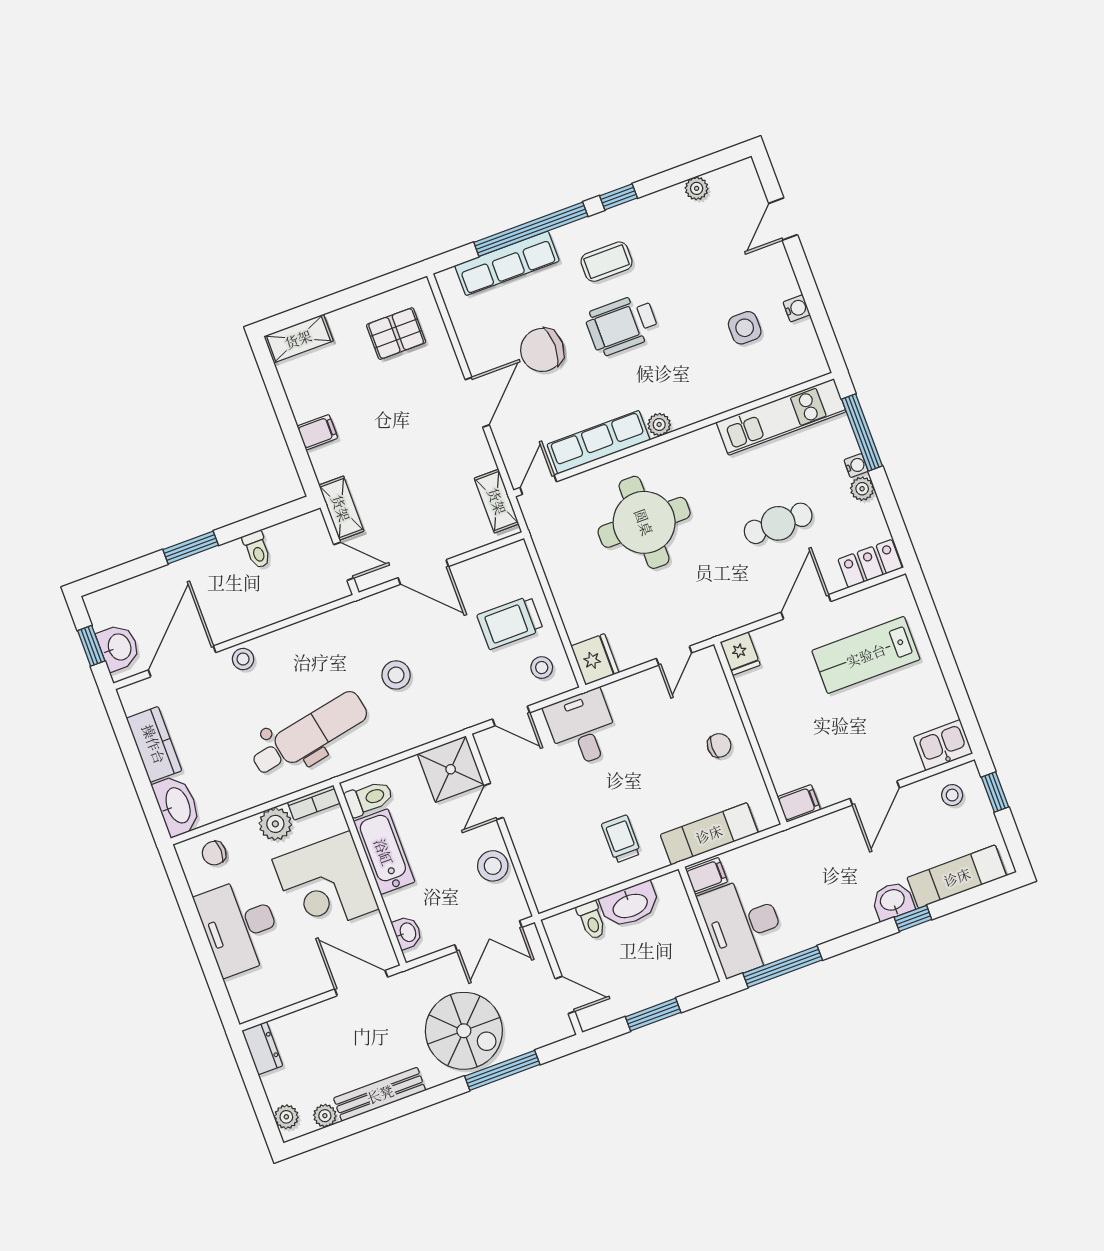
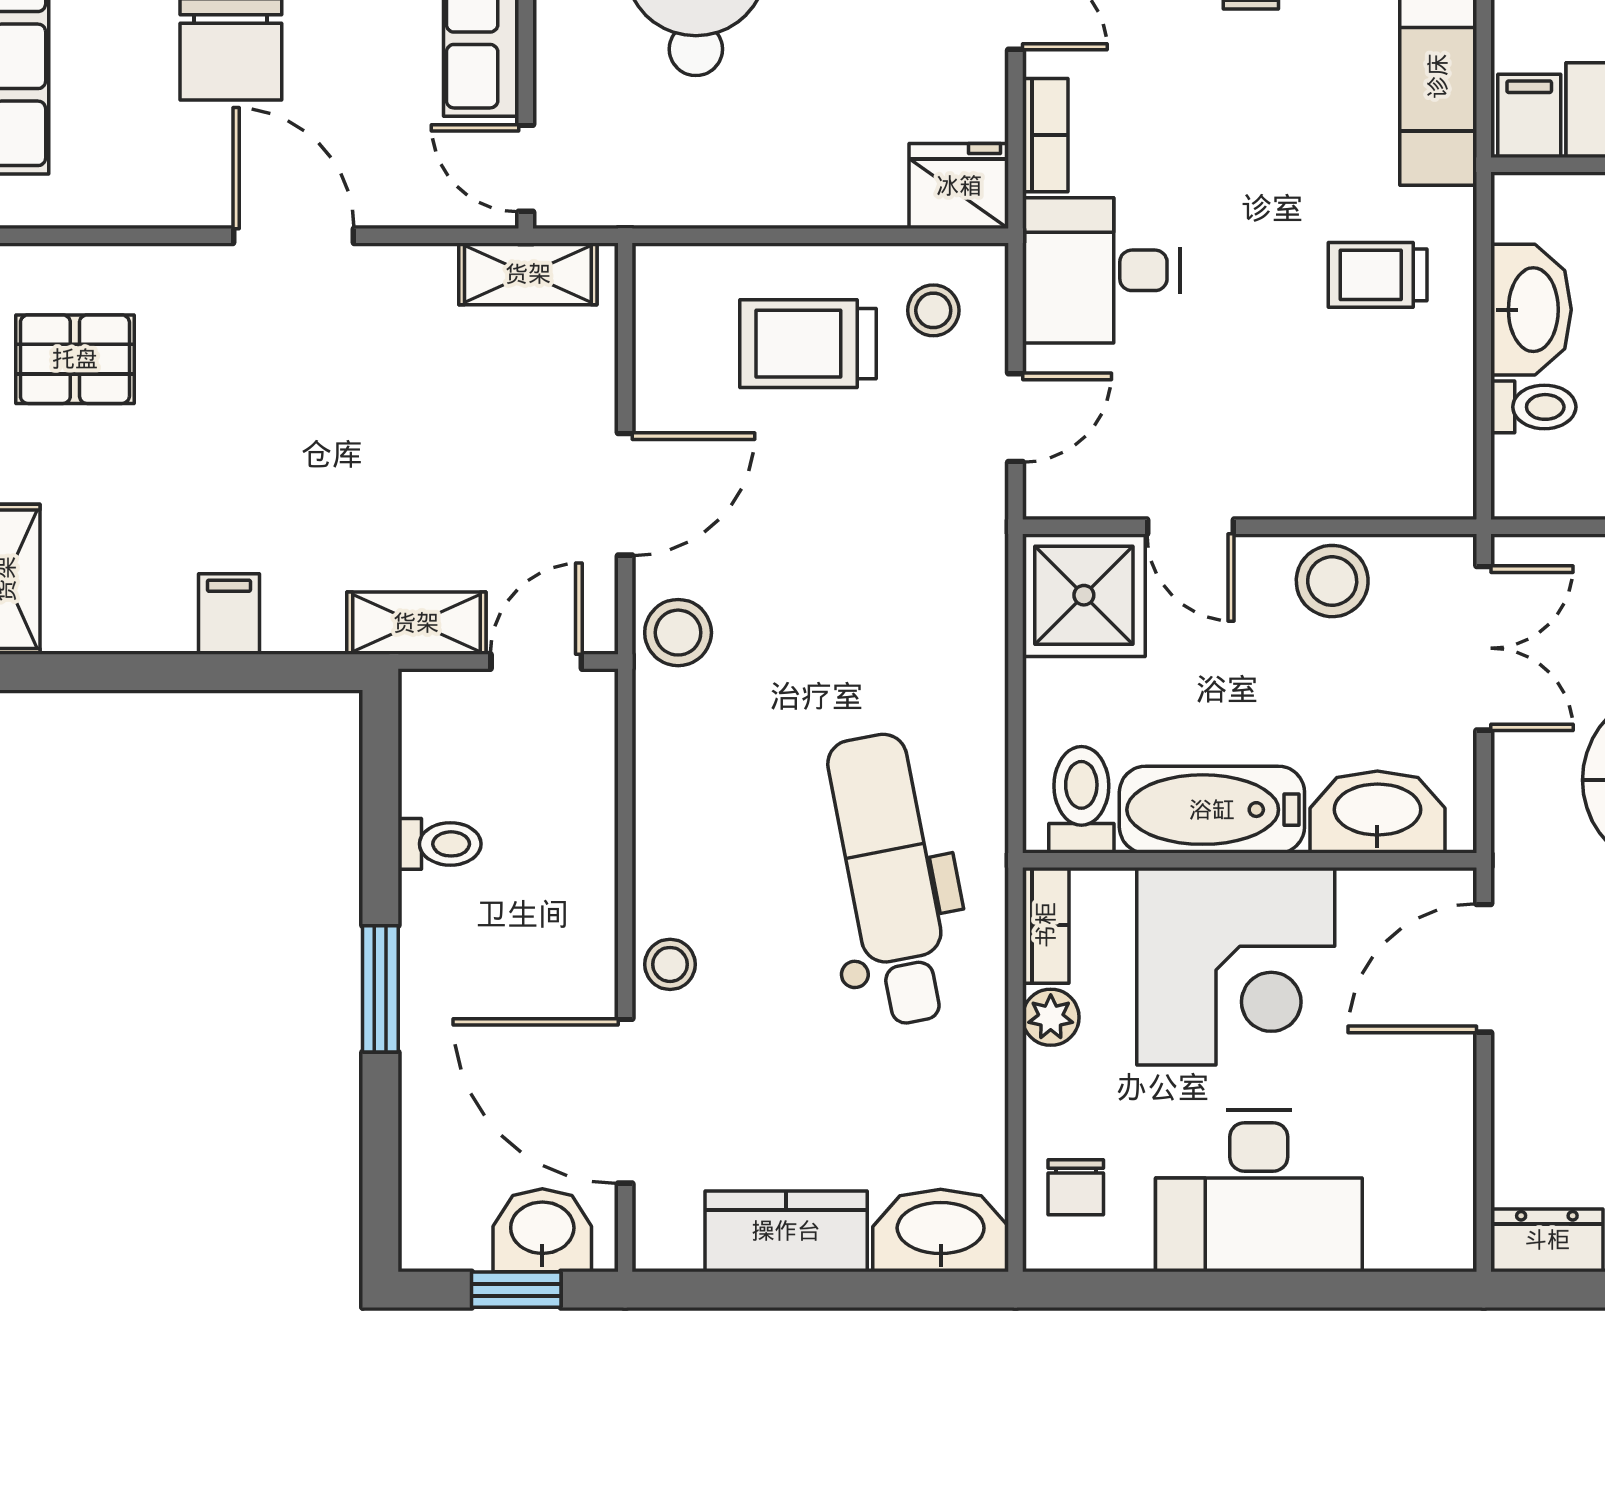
pallet: (396, 334) -> (75, 359), turned 90
trolley: (510, 623) -> (808, 344), turned 90
stool: (396, 675) -> (678, 633), moved
bookcase: (628, 686) -> (1045, 135), added
plant: (275, 824) -> (1051, 1017), width x0.73, depth x0.73
washbasin: (407, 932) -> (1377, 812), width x1.91, depth x1.45

